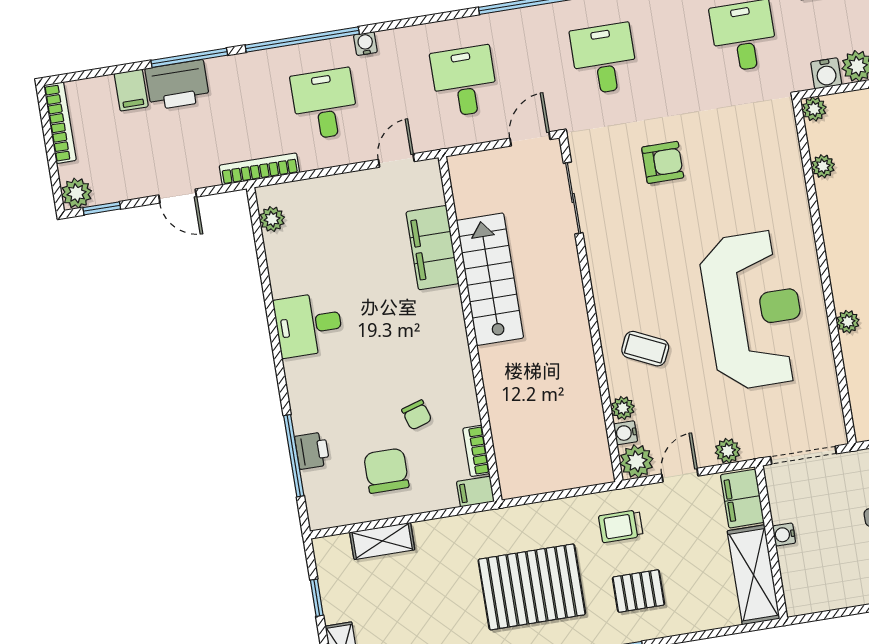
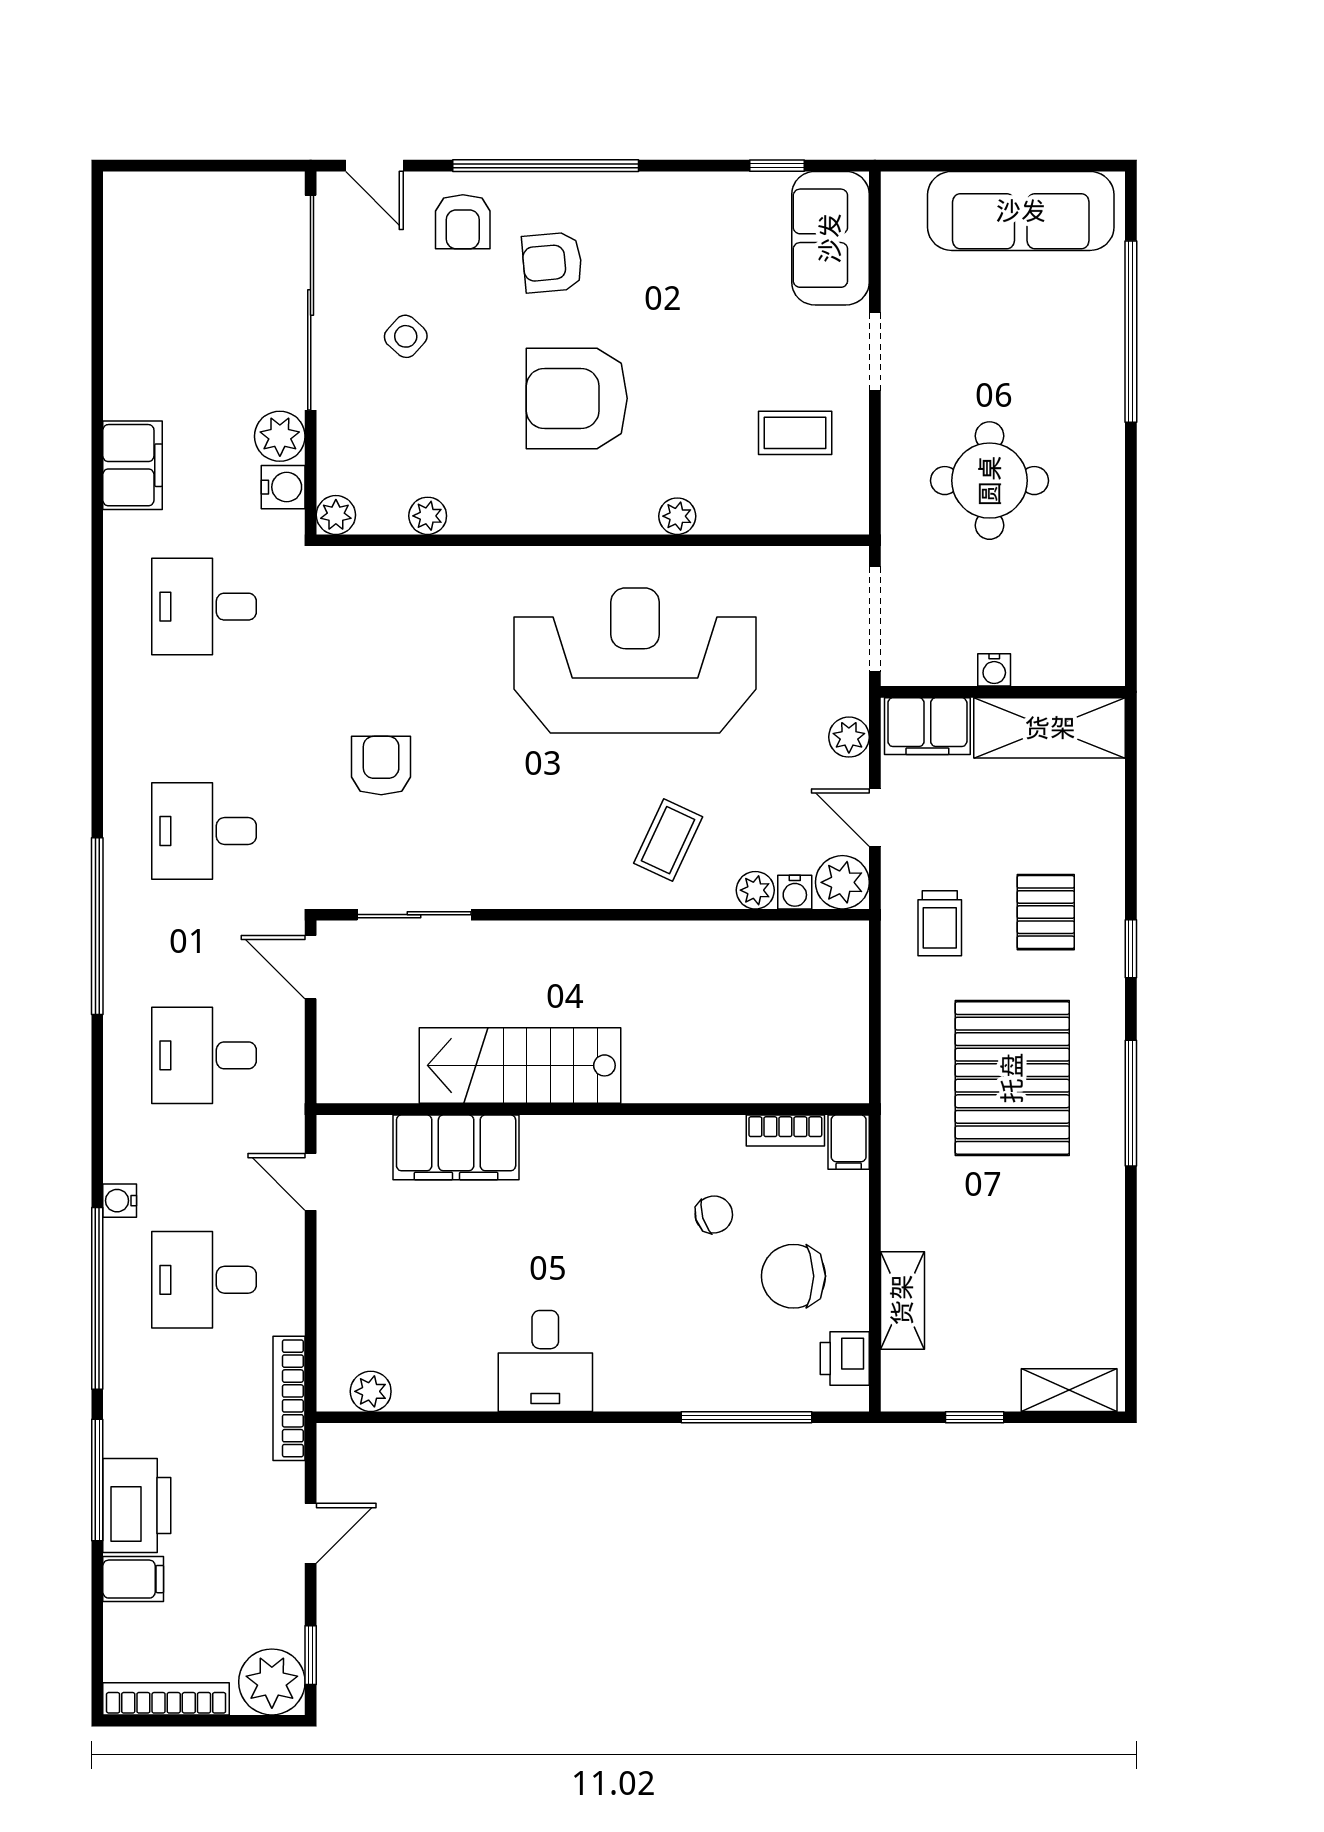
plant: (77, 193) -> (272, 1682), width x1.36, depth x1.36
printer: (312, 451) -> (845, 1358), moved, turned -90

